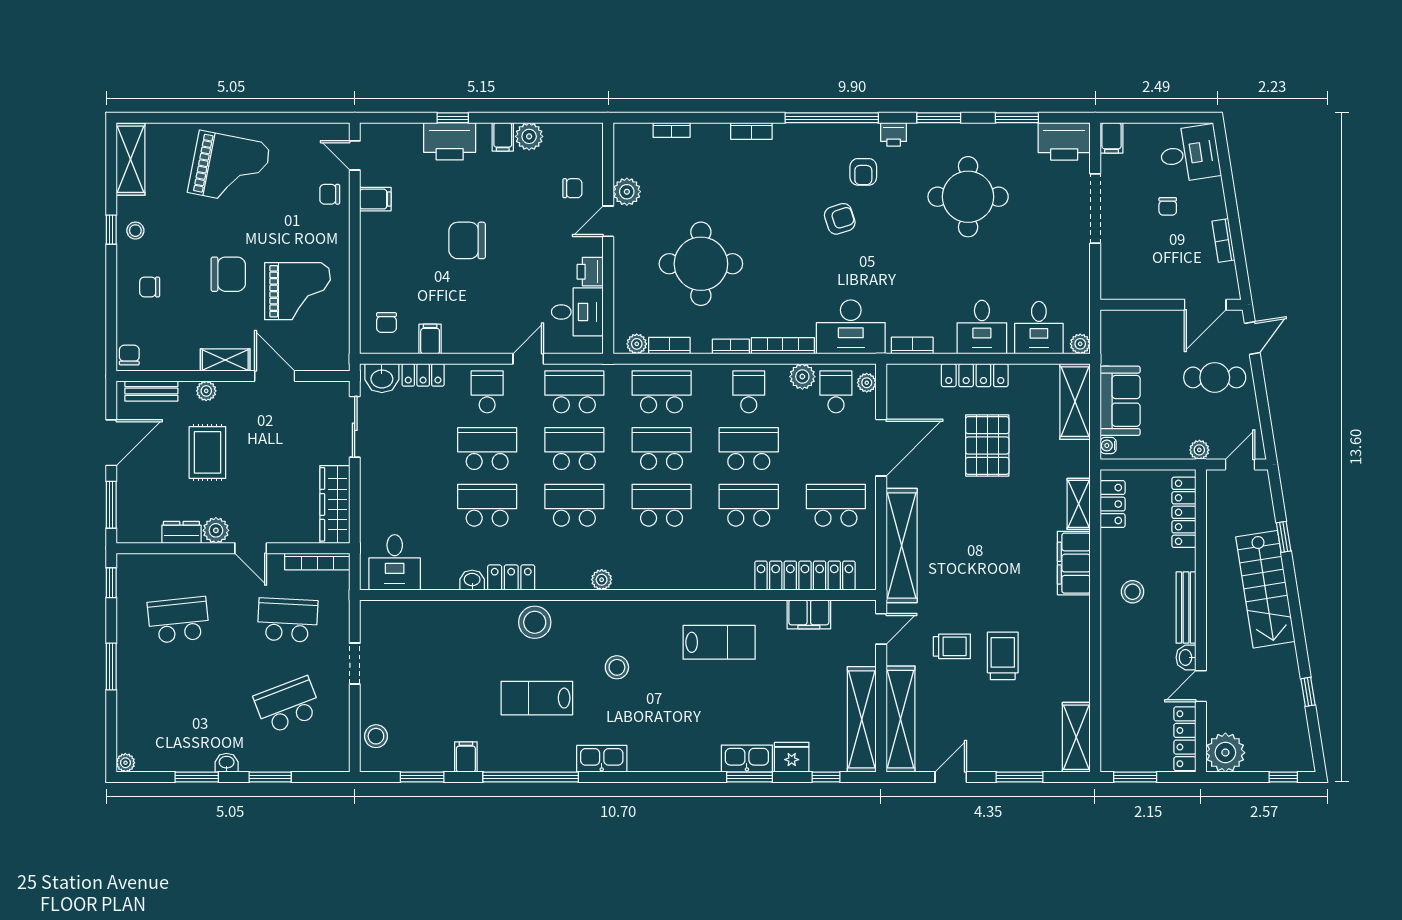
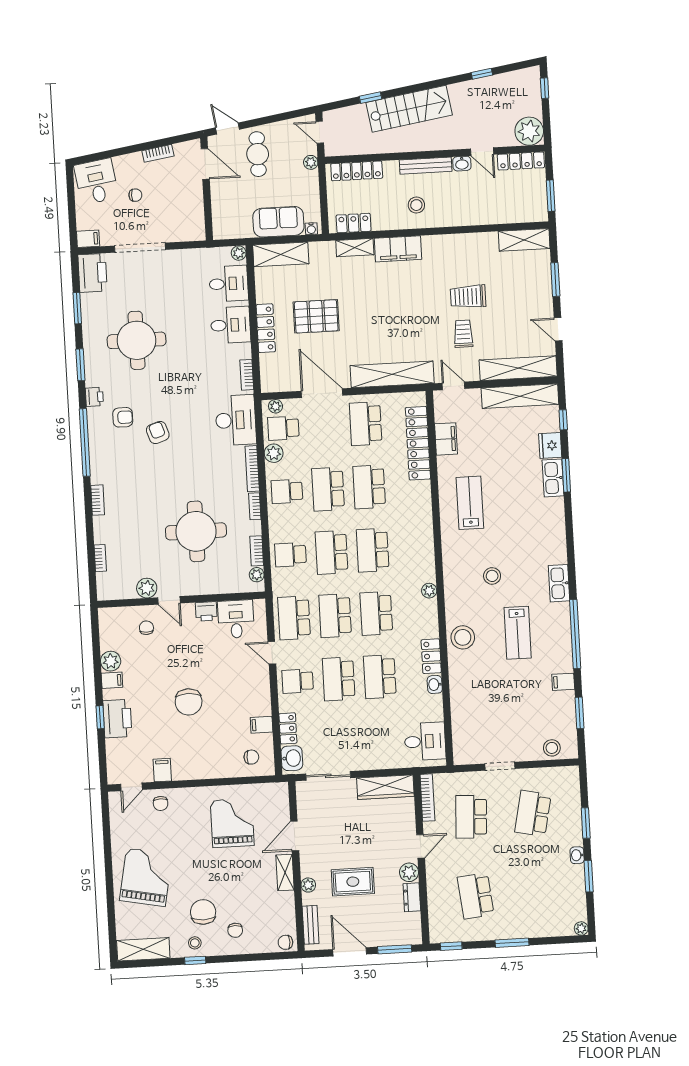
chair: (228, 274) -> (203, 912), moved
school desk: (662, 392) -> (290, 555), width x0.54
school desk: (288, 705) -> (533, 813), turned 33

